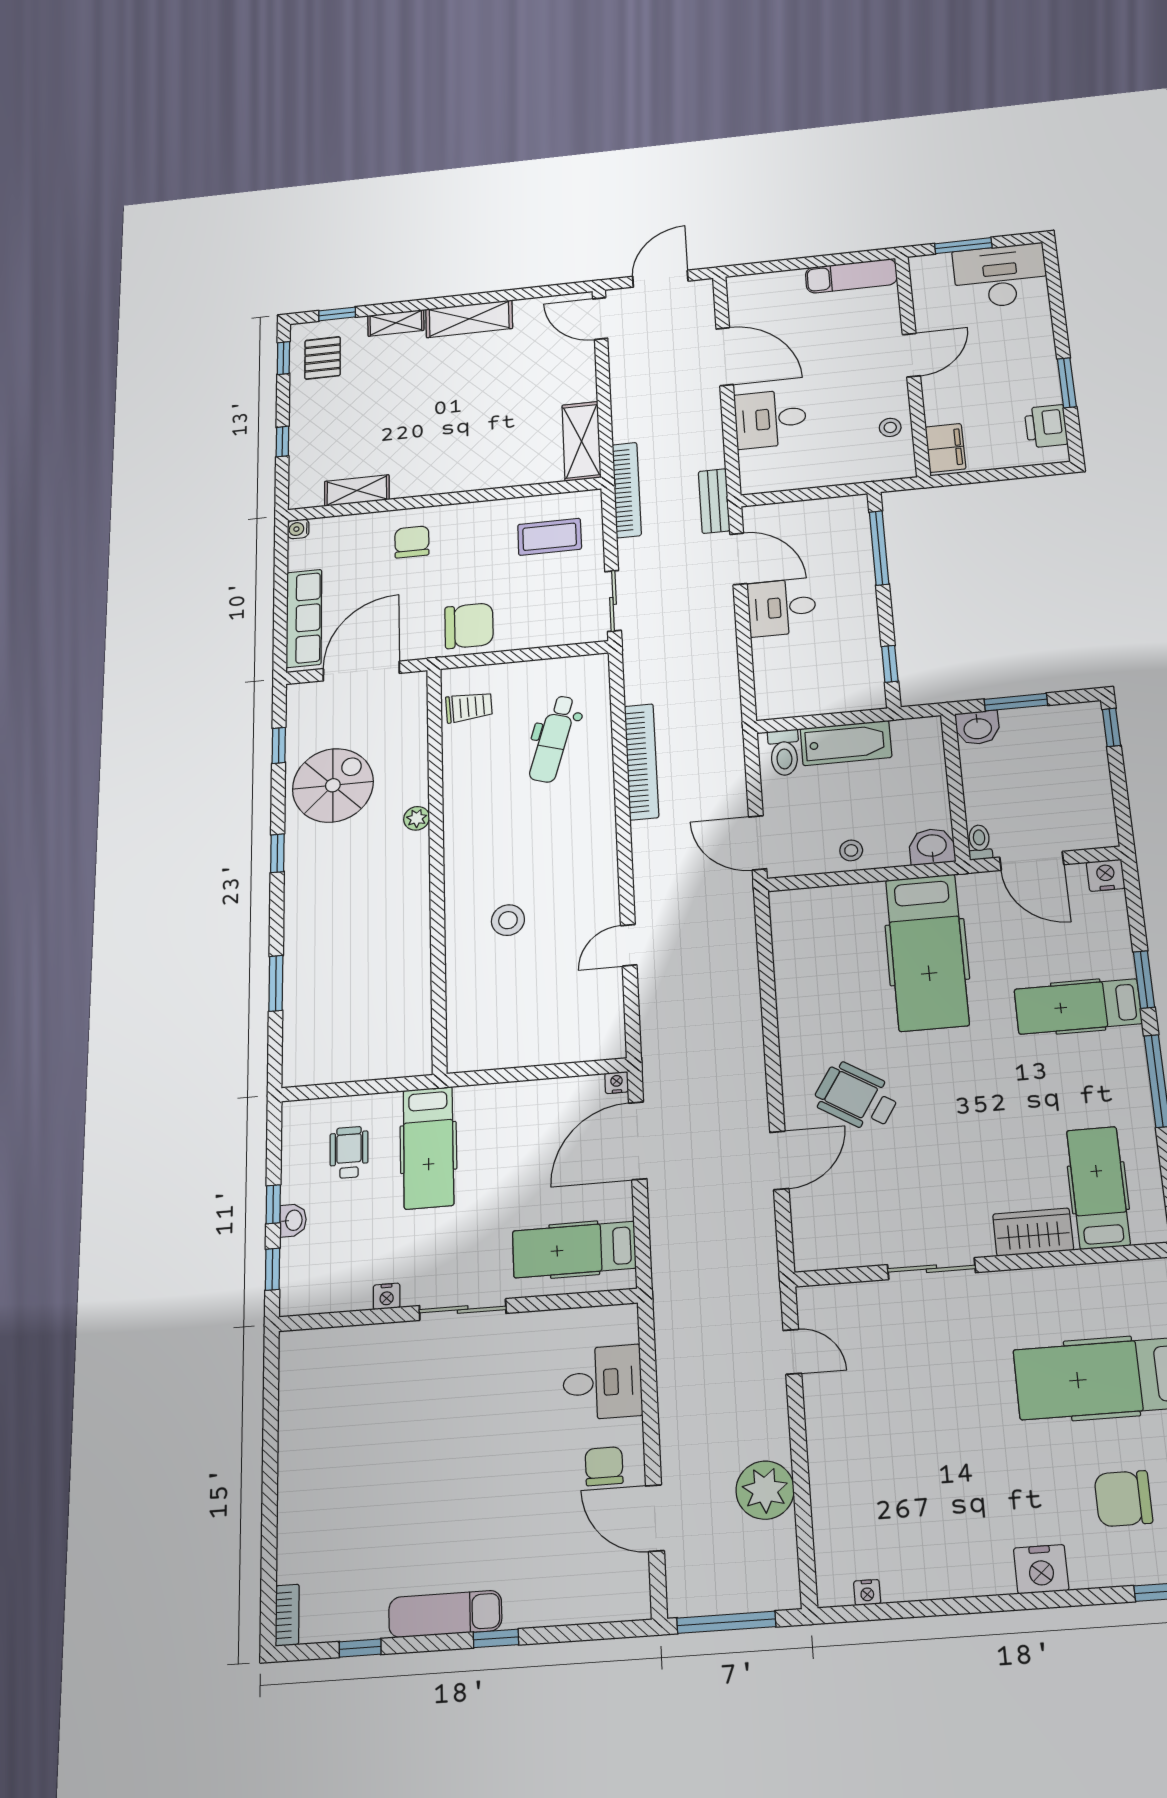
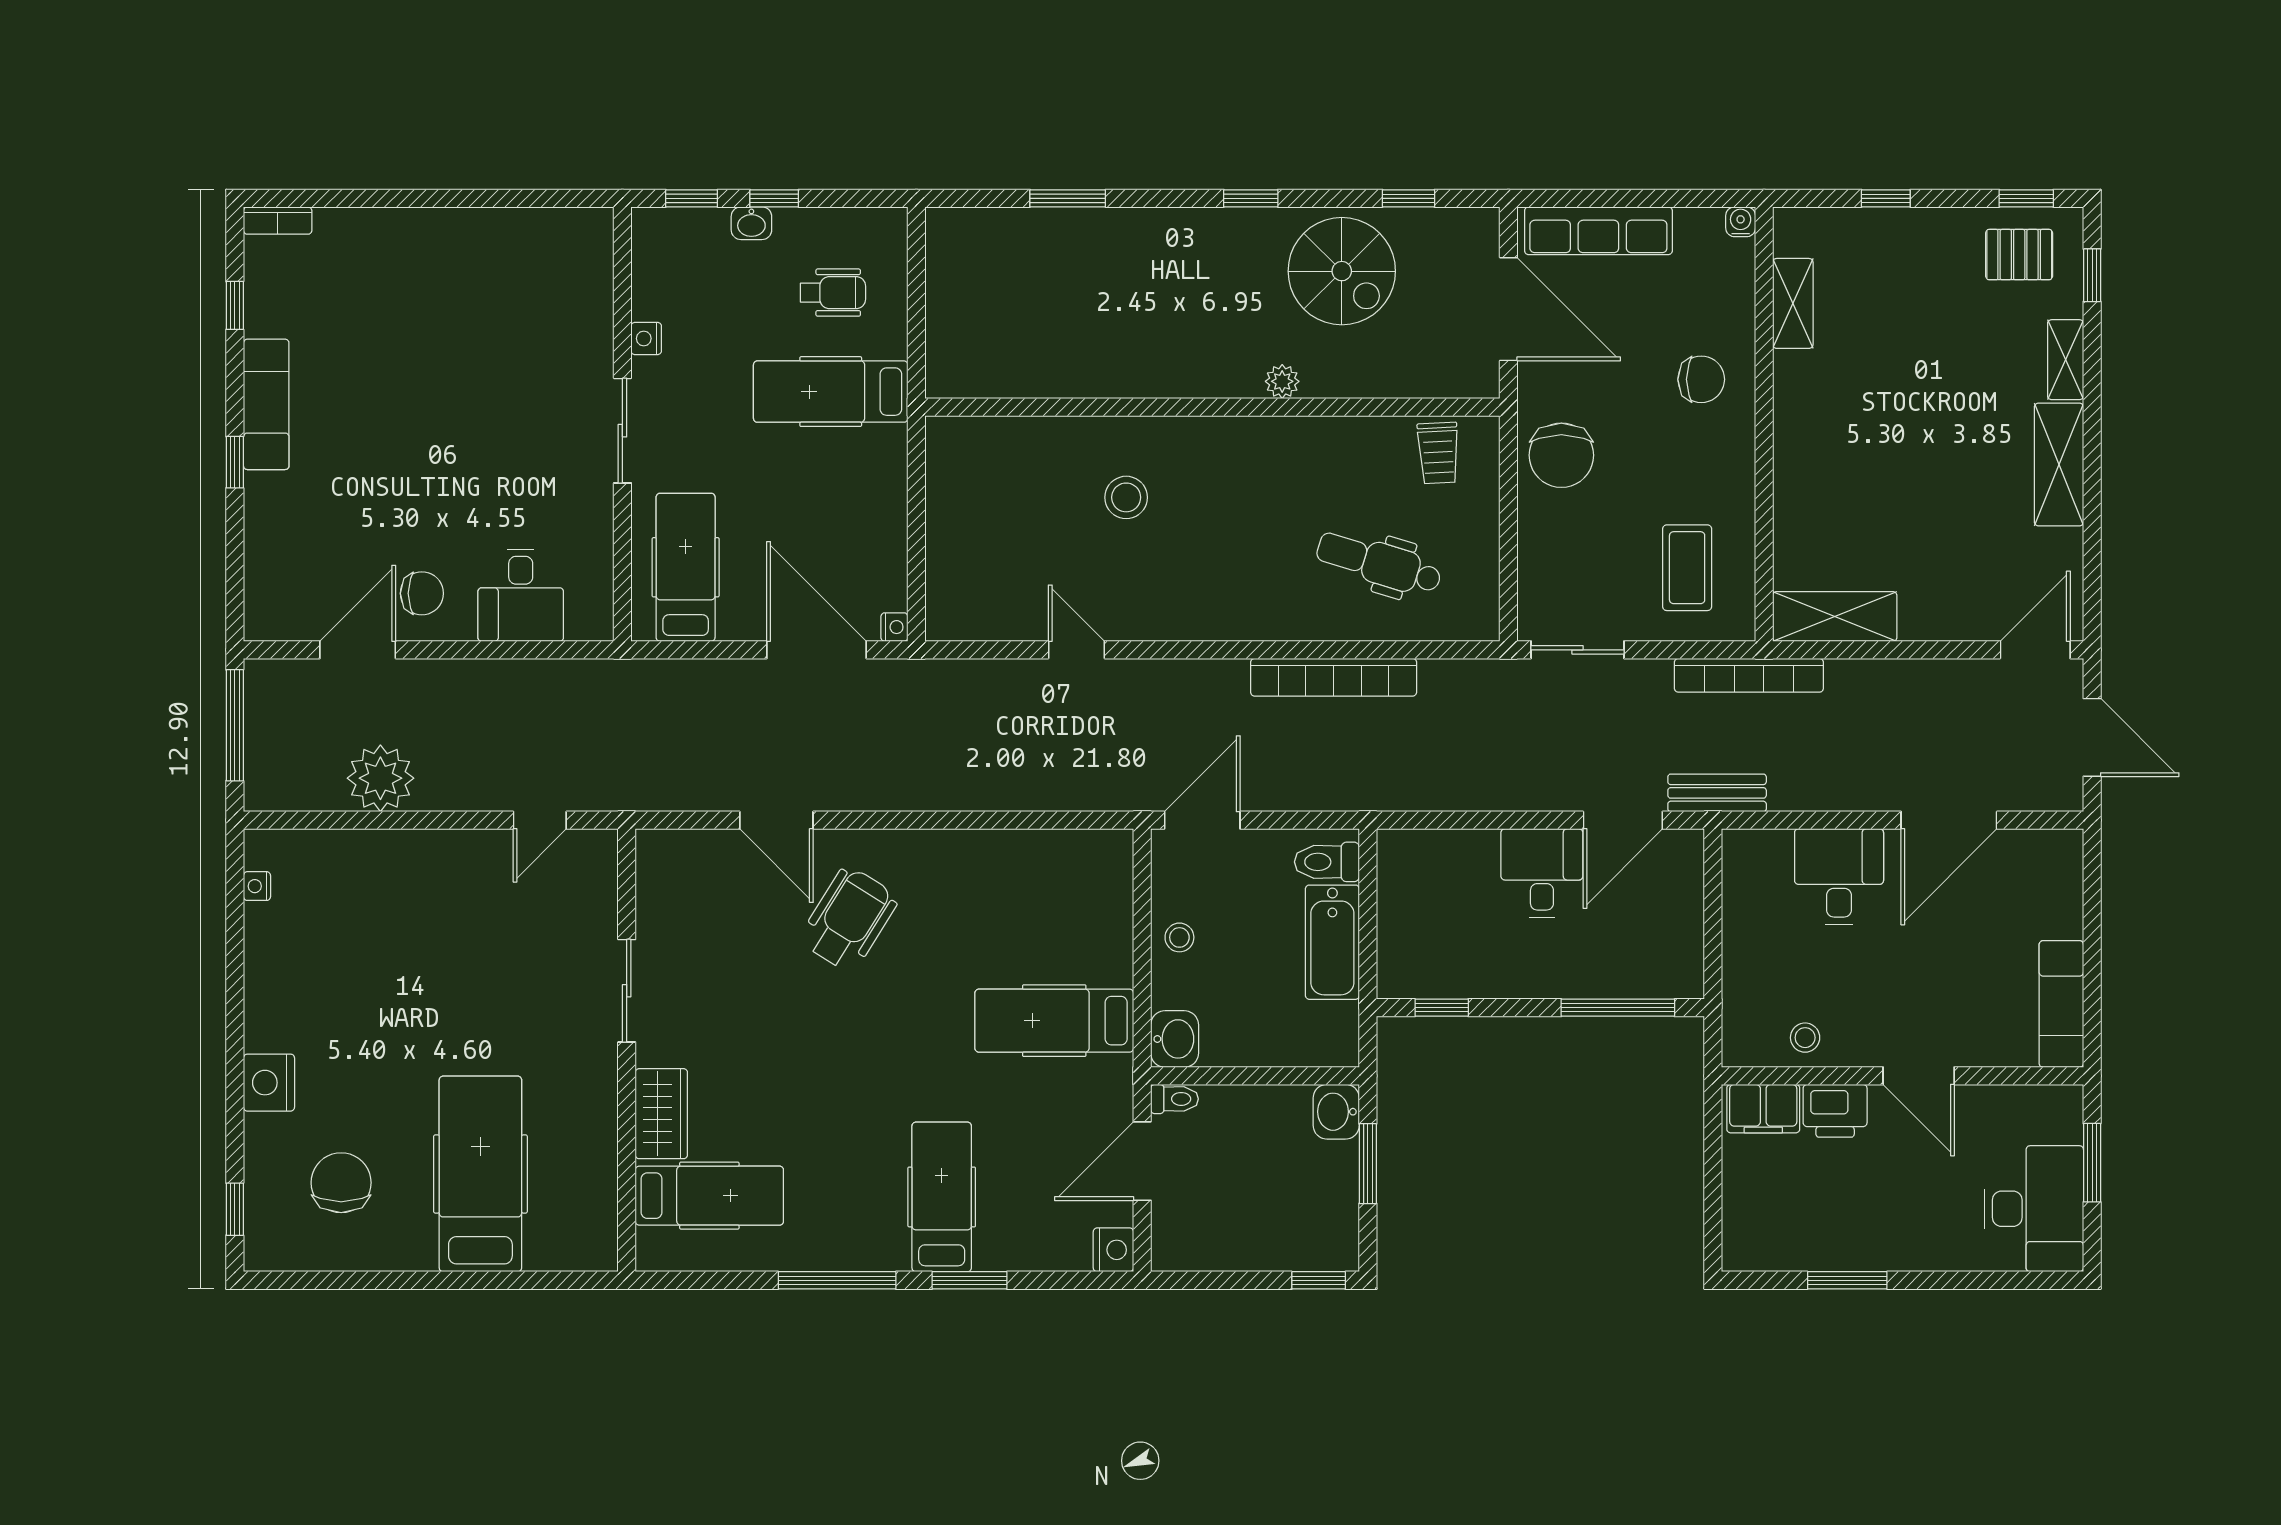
printer: (1046, 426) -> (1835, 1111), moved, turned 180
hospital bed: (927, 952) -> (1054, 1021), width x0.73, depth x0.78

